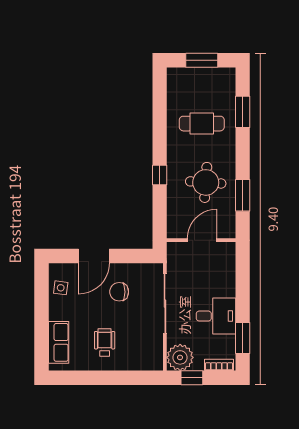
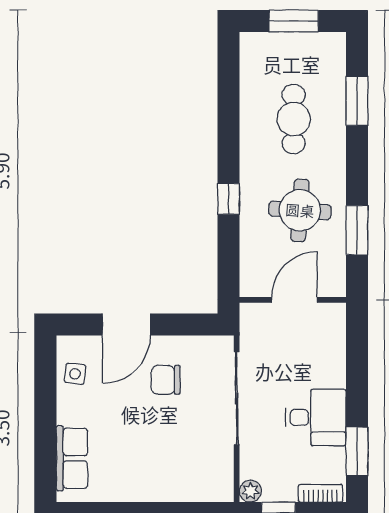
cafe table: (202, 124) -> (294, 119), turned 90
wheelchair: (105, 342) -> (143, 458), removed
plant: (180, 357) -> (250, 491), width x0.53, depth x0.53

